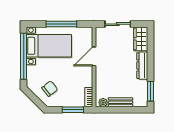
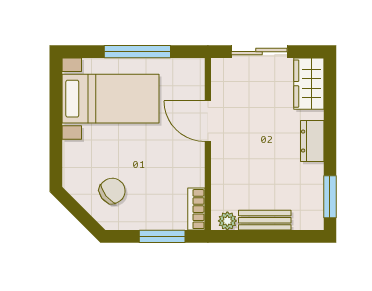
window: (24, 56) -> (56, 121), removed
door: (94, 56) -> (208, 121), hinge flipped
dresser: (142, 66) -> (312, 141), width x0.70

